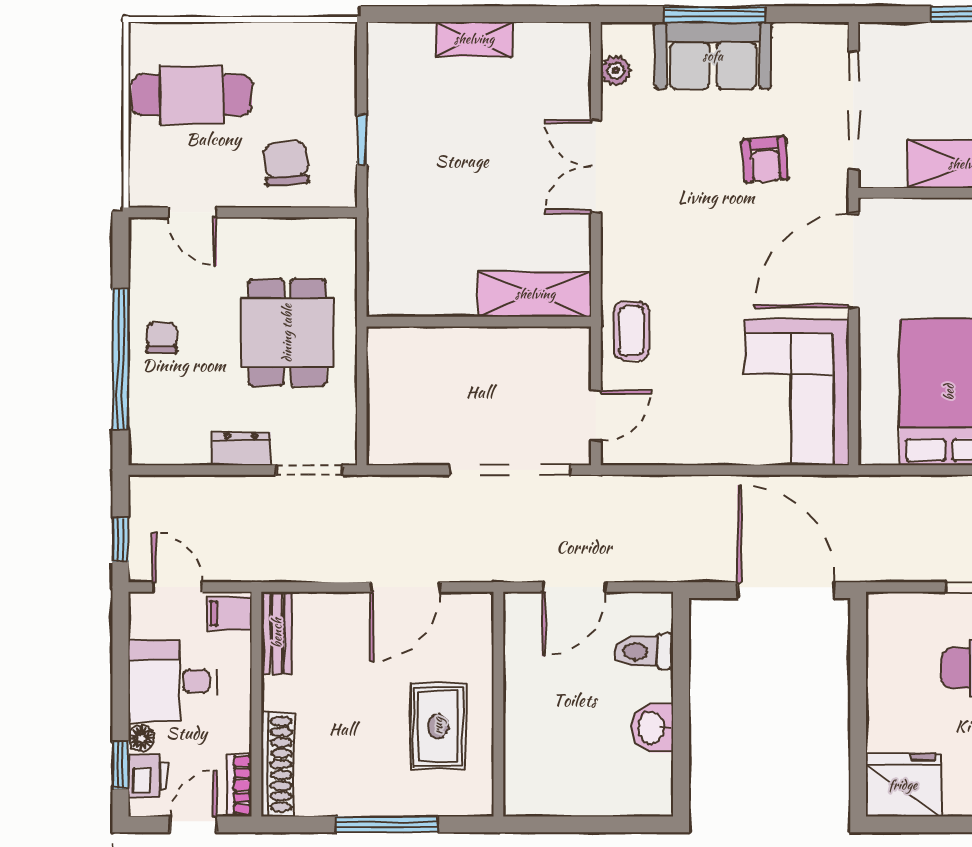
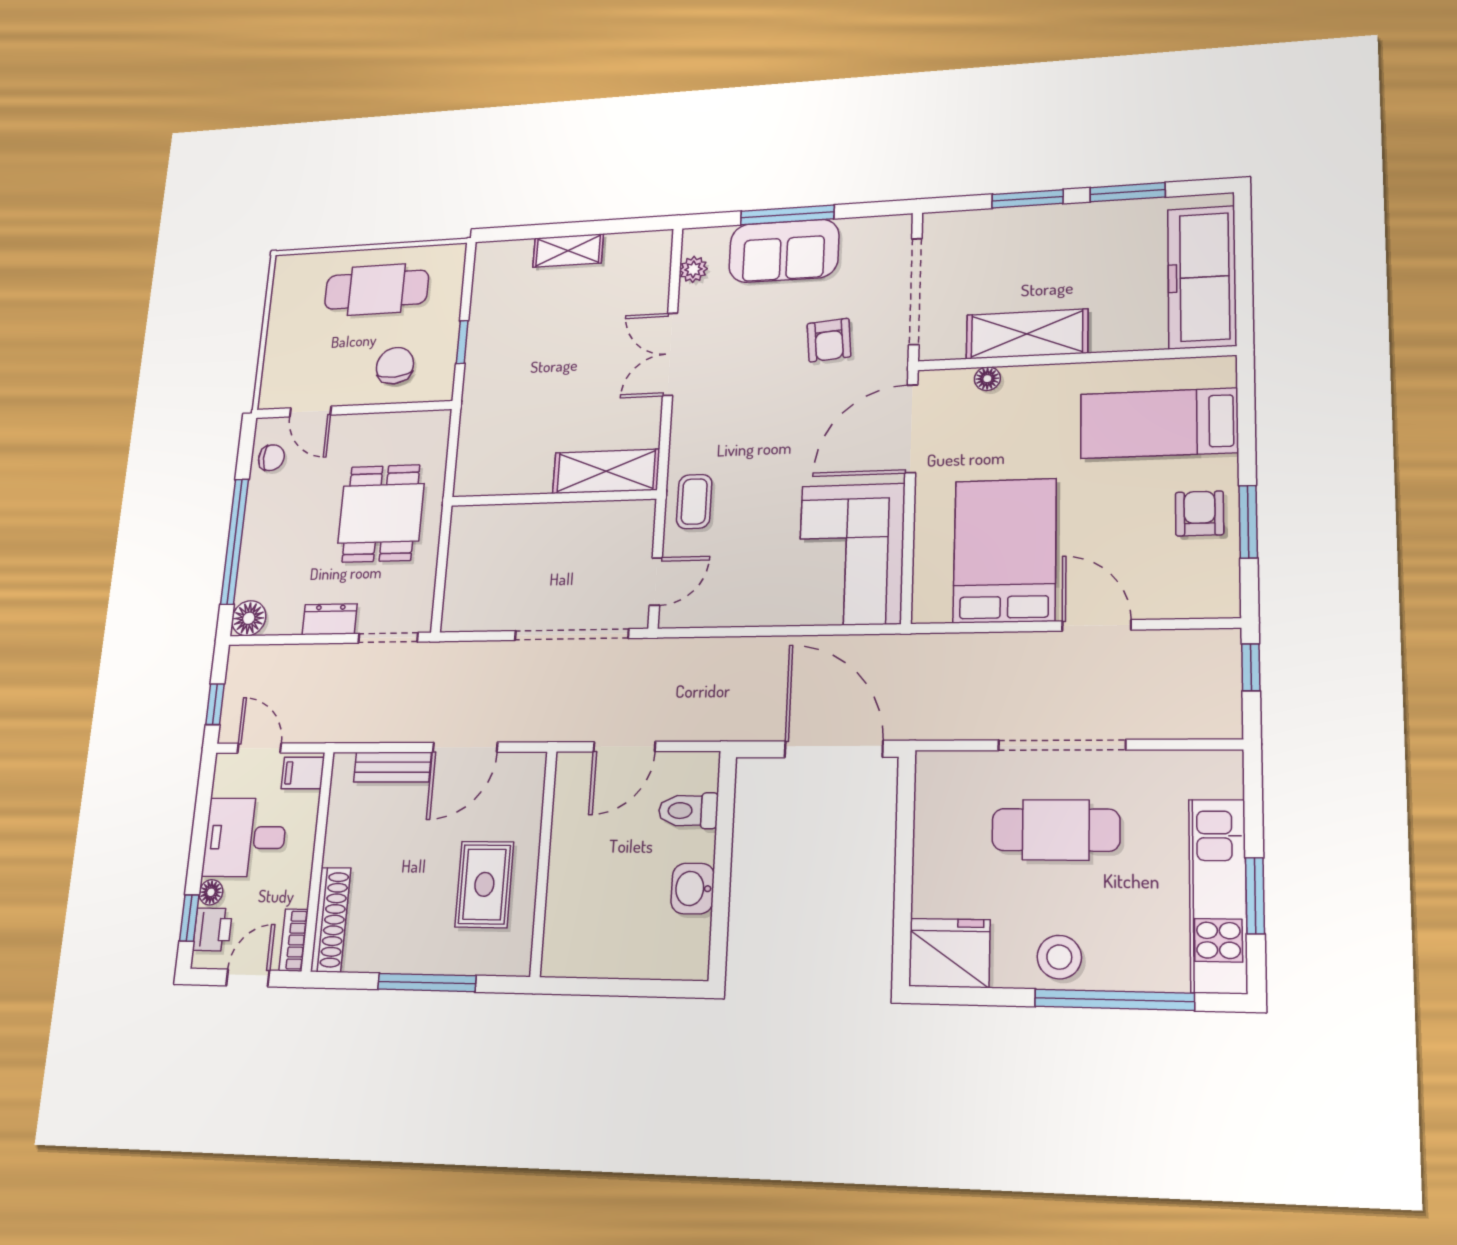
cafe table: (192, 95) -> (376, 290), moved
floor lamp: (929, 210) -> (987, 379), added
chair: (162, 338) -> (271, 458), moved, turned 90
floor lamp: (148, 446) -> (249, 618), added
bench: (277, 633) -> (392, 767), moved, turned 90

